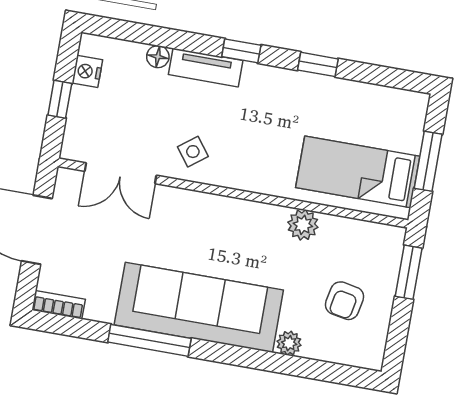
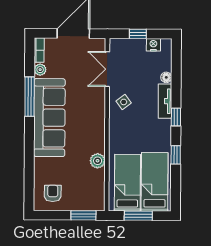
bed: (366, 117) -> (155, 182), added
armchair: (345, 301) -> (53, 193), moved, turned 79
plant: (289, 343) -> (40, 70), moved

